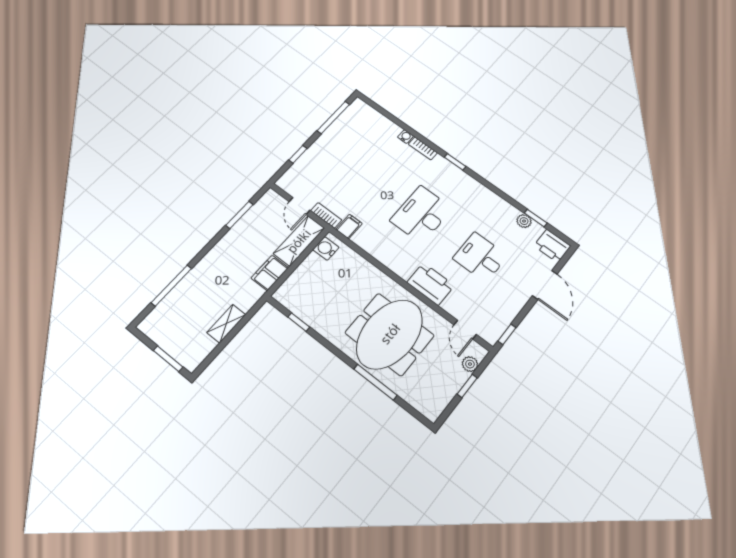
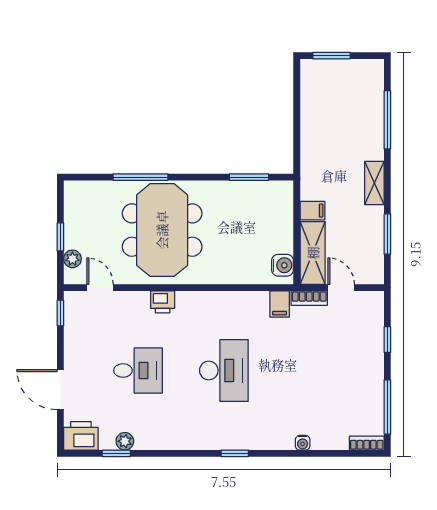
bookcase: (423, 148) -> (367, 443), moved
filing cabinet: (270, 273) -> (312, 211), width x0.50
printer: (431, 284) -> (163, 302), width x0.53, depth x0.68
window: (299, 322) -> (249, 177), width x1.50
shelving: (226, 324) -> (374, 183), moved

